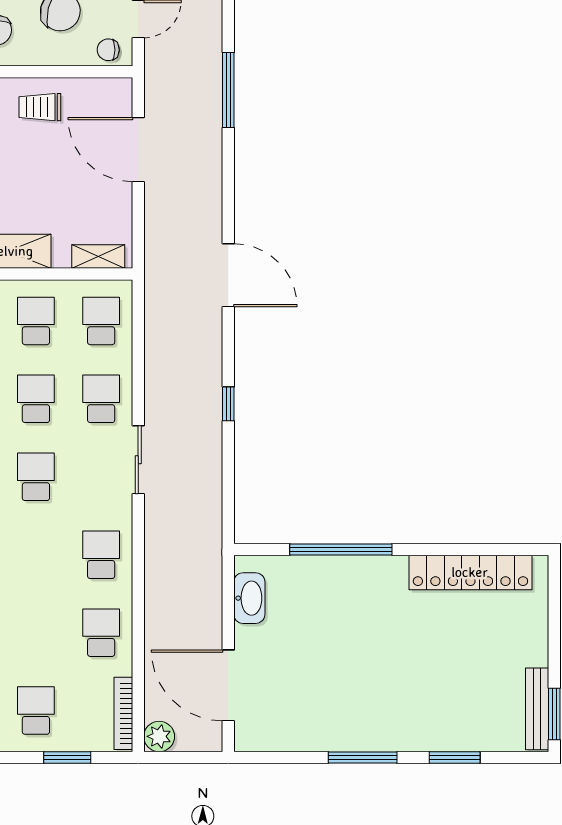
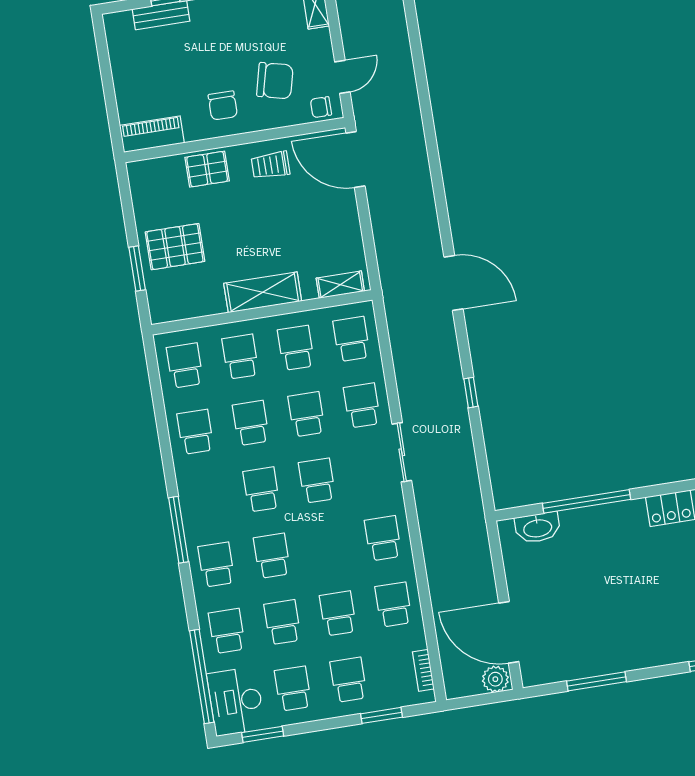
window: (228, 90) -> (429, 125), removed
door: (138, 150) -> (355, 159), moved
washbasin: (249, 598) -> (538, 528), moved, turned 90
school desk: (36, 633) -> (338, 613), added
bookcase: (123, 713) -> (423, 670), width x0.64
plant: (159, 736) -> (495, 679), moved
window: (363, 757) -> (597, 681), moved

